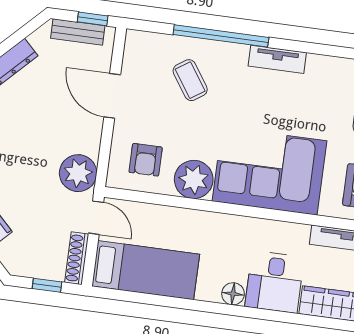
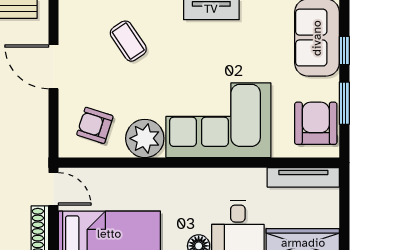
armchair: (146, 160) -> (95, 125), turned 108
plant: (78, 173) -> (30, 147), removed

